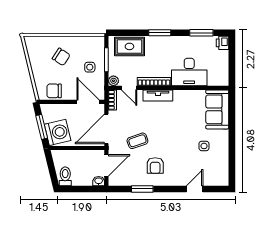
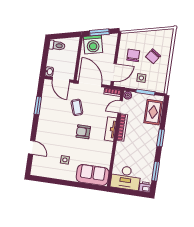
desk: (189, 72) -> (126, 178), moved, turned -90
chair: (54, 91) -> (133, 55), moved
armchair: (155, 166) -> (83, 132), moved

